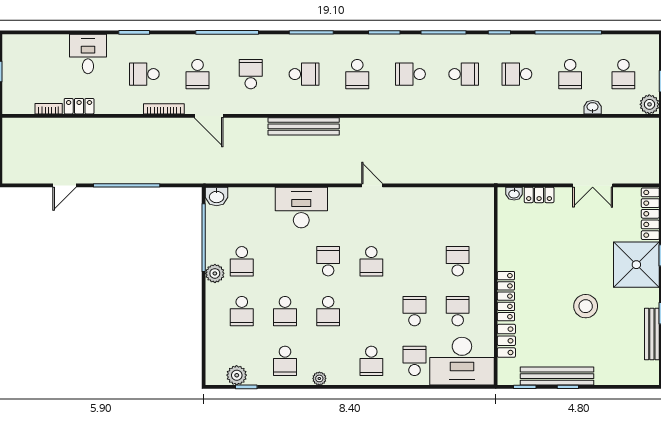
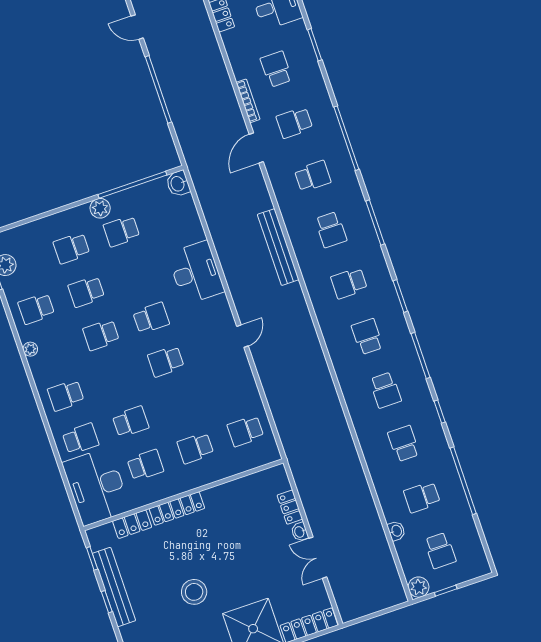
school desk: (623, 74) -> (440, 551), turned -90
washbasin: (514, 194) -> (300, 532), moved
school desk: (458, 211) -> (245, 431), added
school desk: (458, 261) -> (195, 448), turned 180

